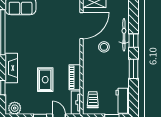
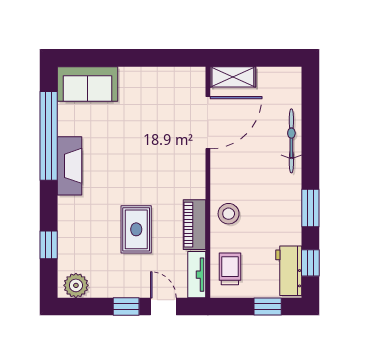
window: (134, 41) -> (310, 263), moved
stool: (104, 47) -> (229, 214), moved
fireplace: (11, 68) -> (69, 166), moved

